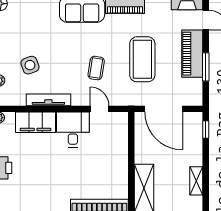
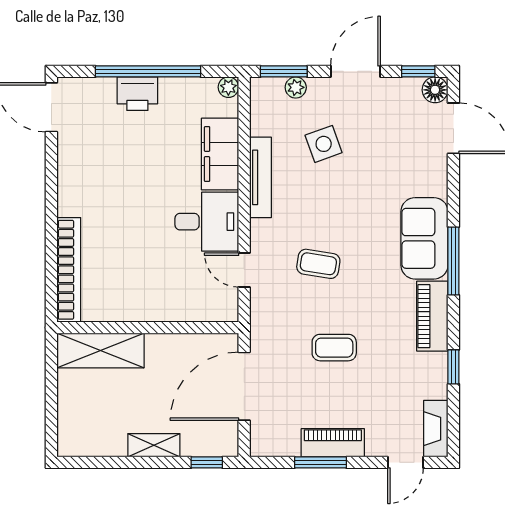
piano: (192, 54) -> (333, 443), width x0.73, depth x0.75
coffee table: (142, 59) -> (334, 348), width x0.54, depth x0.58
door: (100, 109) -> (244, 270), swing flipped
shelving: (196, 181) -> (154, 445), moved

